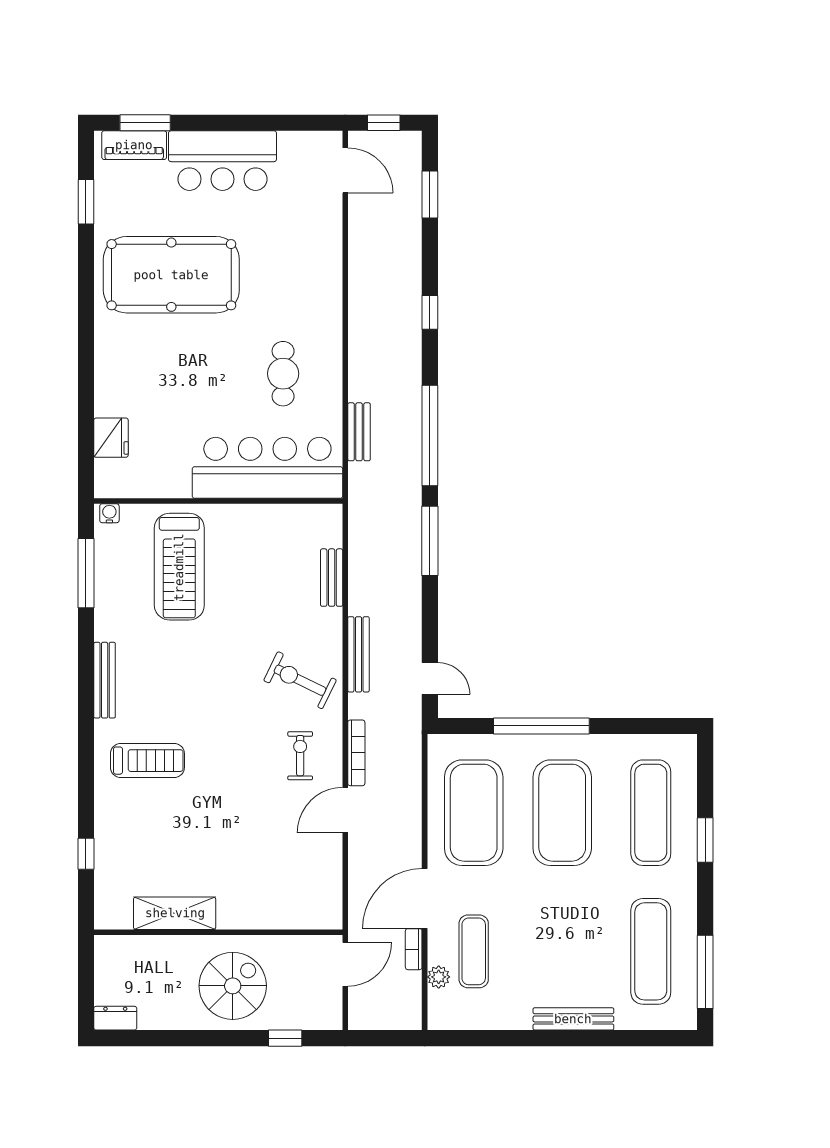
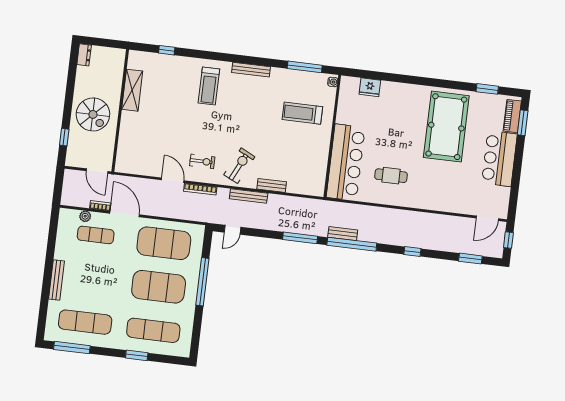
bench: (359, 432) -> (343, 234), moved
treadmill: (179, 567) -> (302, 113), width x0.73, depth x0.73
bench: (332, 578) -> (272, 185), moved

